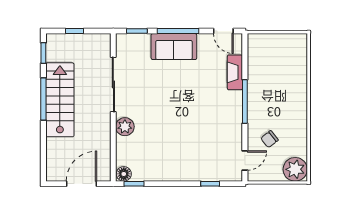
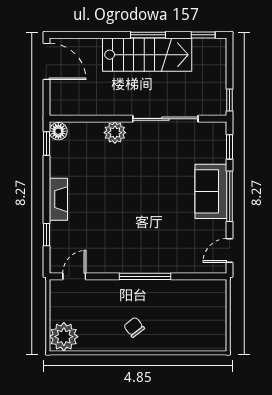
window: (75, 31) -> (230, 100), moved
fireplace: (235, 72) -> (58, 199), moved, turned 90
window: (43, 99) -> (148, 35), width x0.69
chair: (269, 139) -> (134, 327), moved
door: (245, 160) -> (74, 276), swing flipped
door: (82, 184) -> (46, 61), moved

